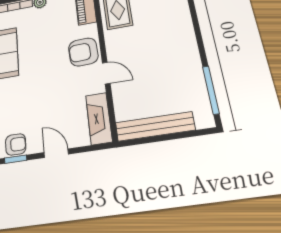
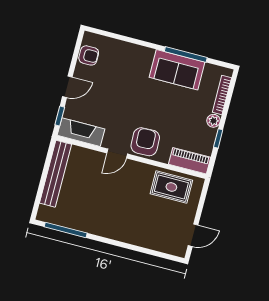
armchair: (16, 144) -> (89, 55), turned -90
window: (16, 159) -> (60, 116), moved

